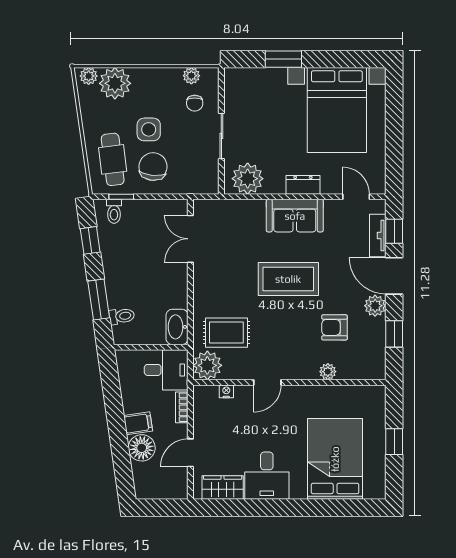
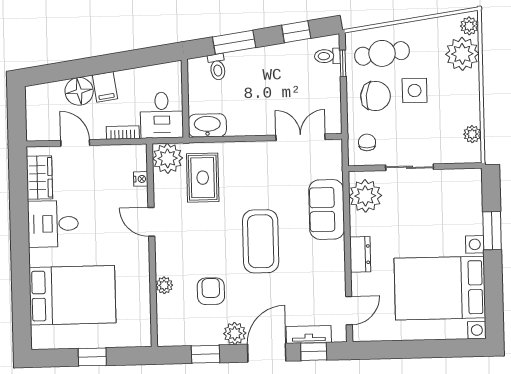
chair: (195, 103) -> (367, 142), moved, turned 90
sofa: (295, 216) -> (327, 209), moved

